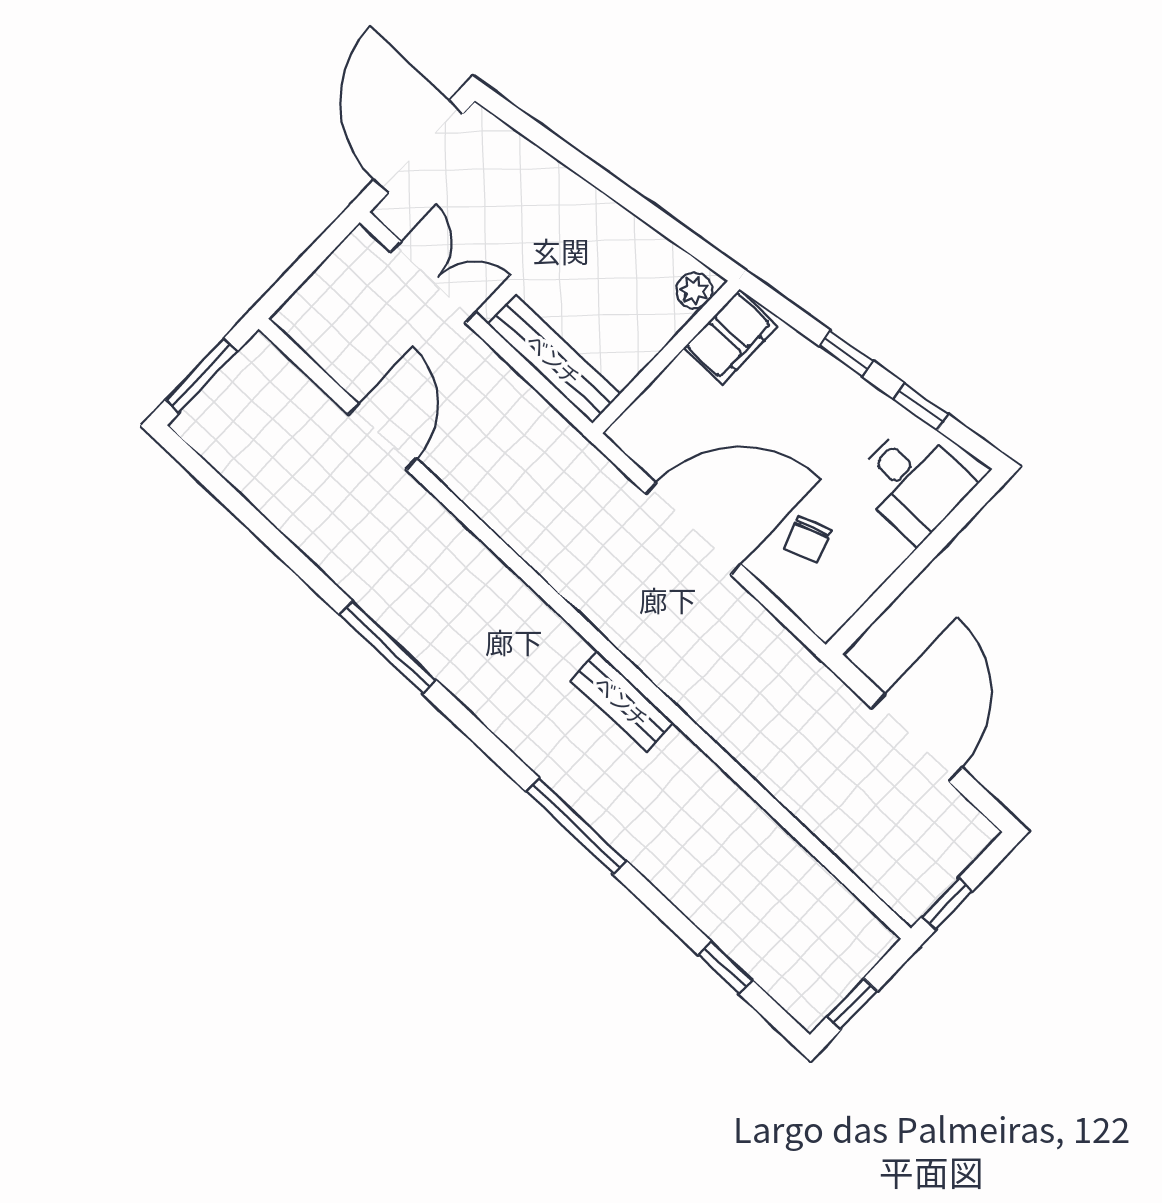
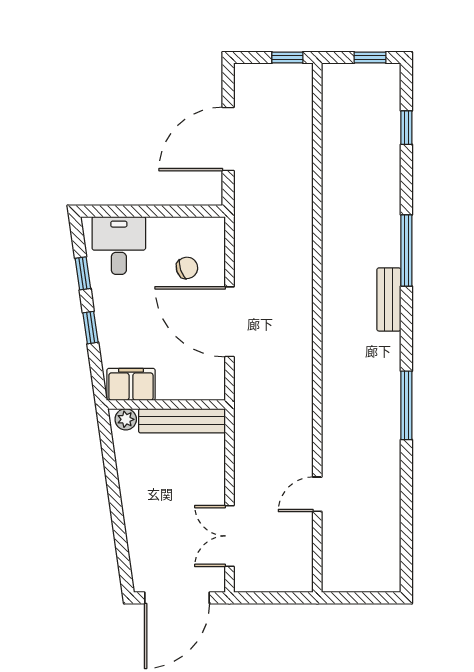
bench: (554, 359) -> (182, 421), moved, turned 90
window: (201, 376) -> (365, 598), removed
door: (383, 437) -> (317, 494), width x0.73
bench: (622, 701) -> (389, 299), moved

